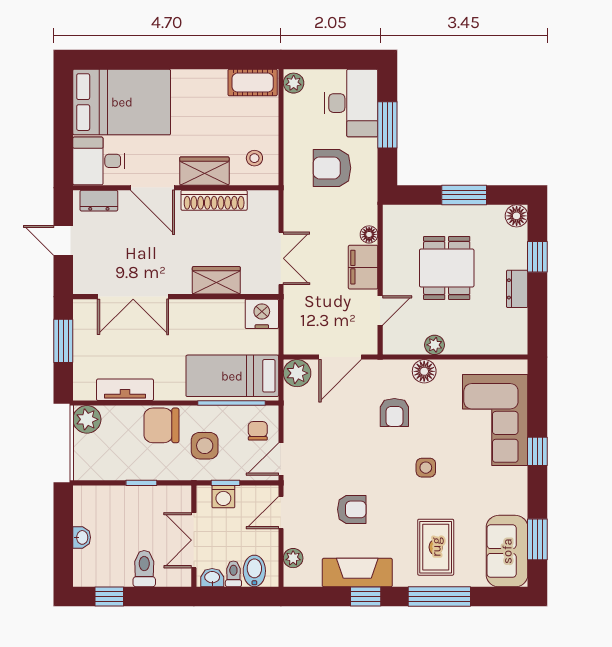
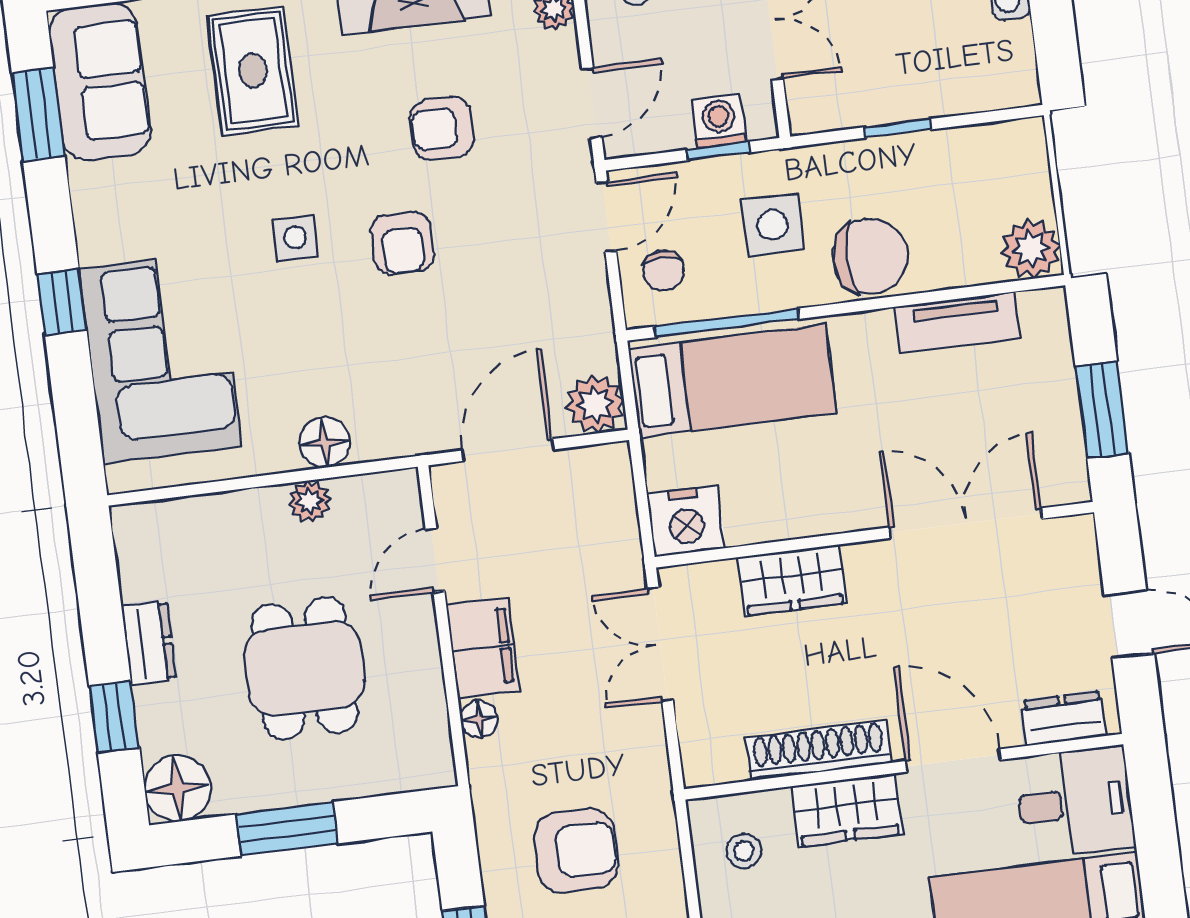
floor lamp: (517, 216) -> (178, 788), width x1.38, depth x1.38
armchair: (394, 412) -> (402, 243), moved, turned 180

